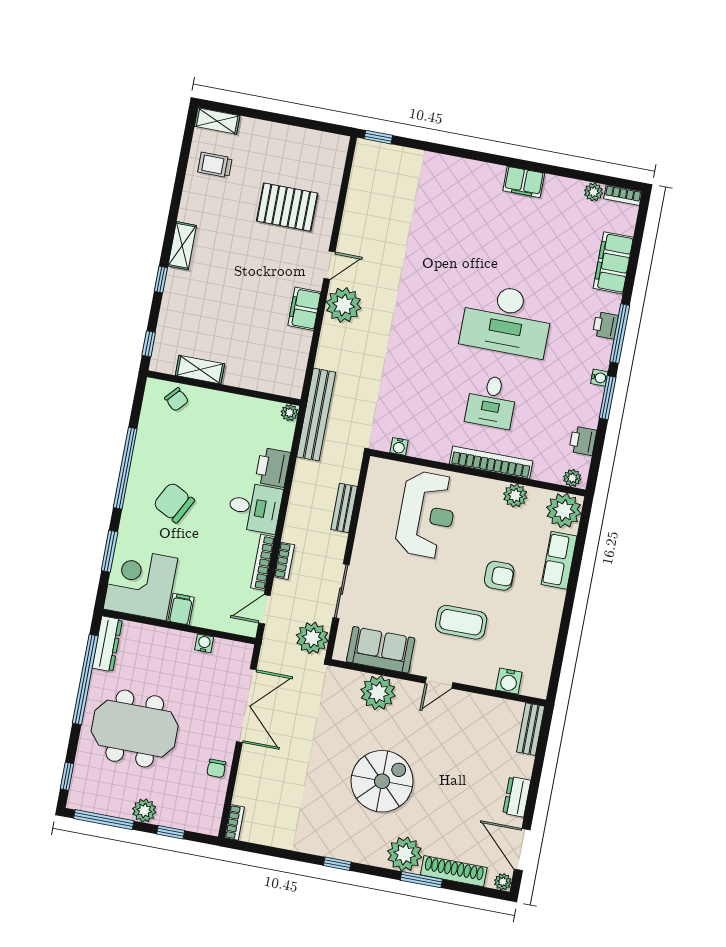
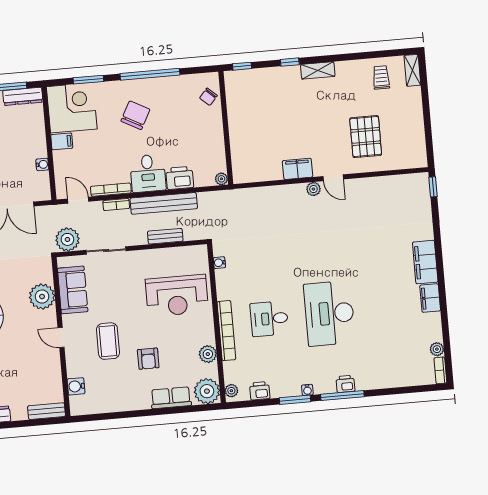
filing cabinet: (613, 263) -> (425, 262), moved, turned -90
plant: (344, 305) -> (313, 189), width x0.53, depth x0.53
shelving: (200, 370) -> (234, 107), removed
bench: (316, 415) -> (164, 203), moved

